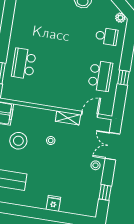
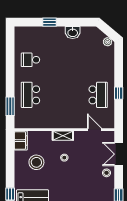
school desk: (107, 36) -> (30, 60), moved, turned 180
door: (90, 114) -> (94, 130), hinge flipped
shelving: (68, 118) -> (63, 136), moved

